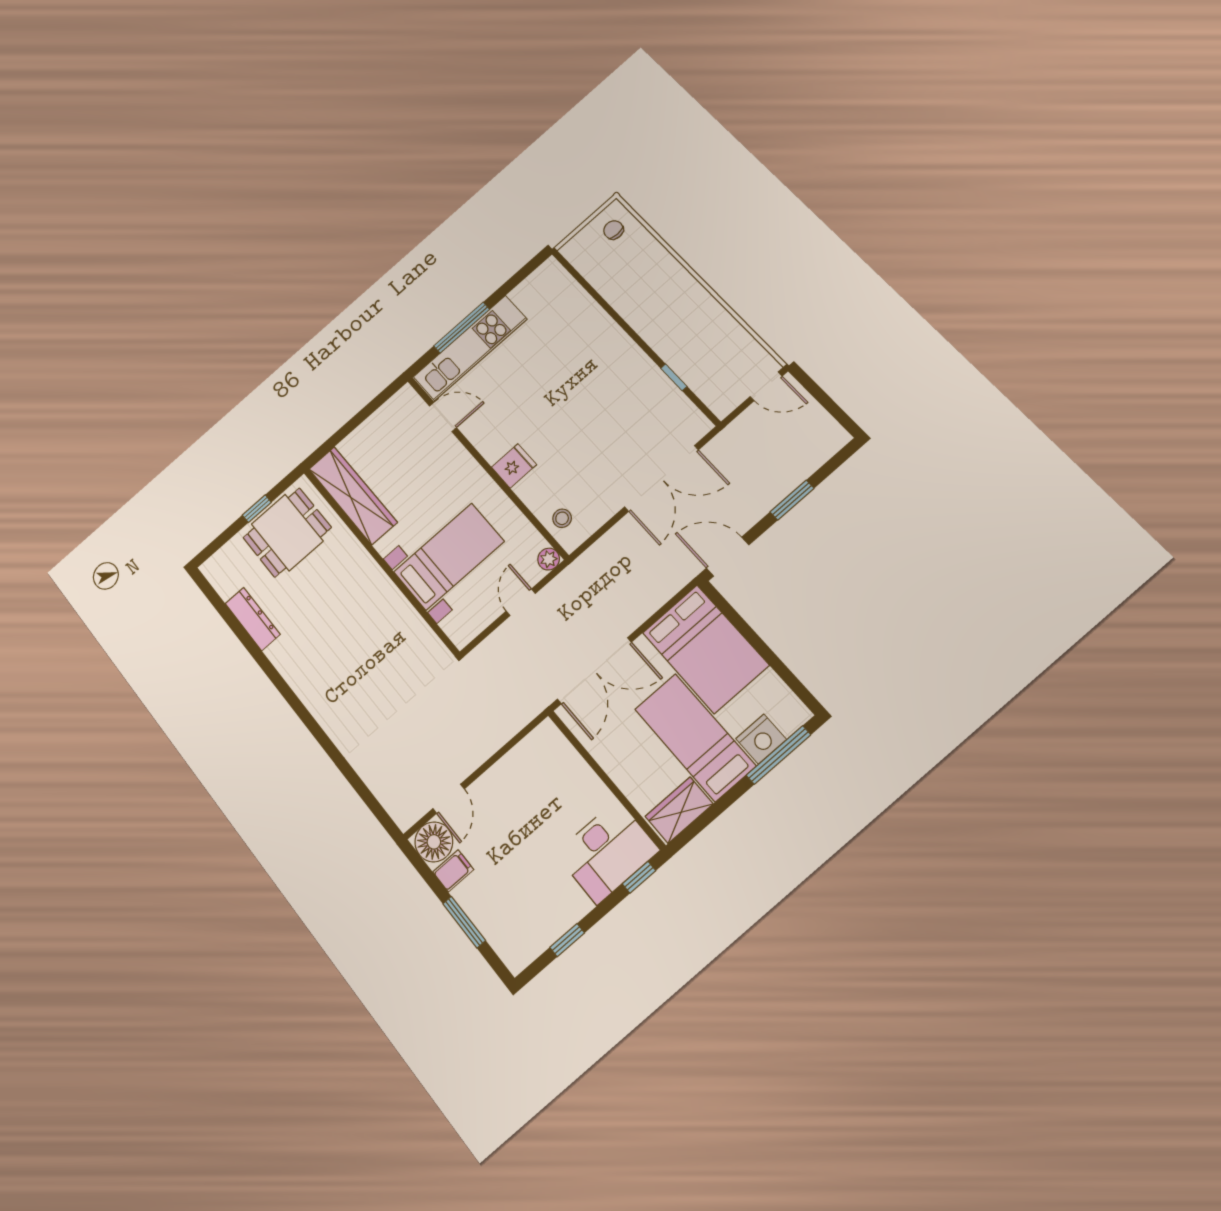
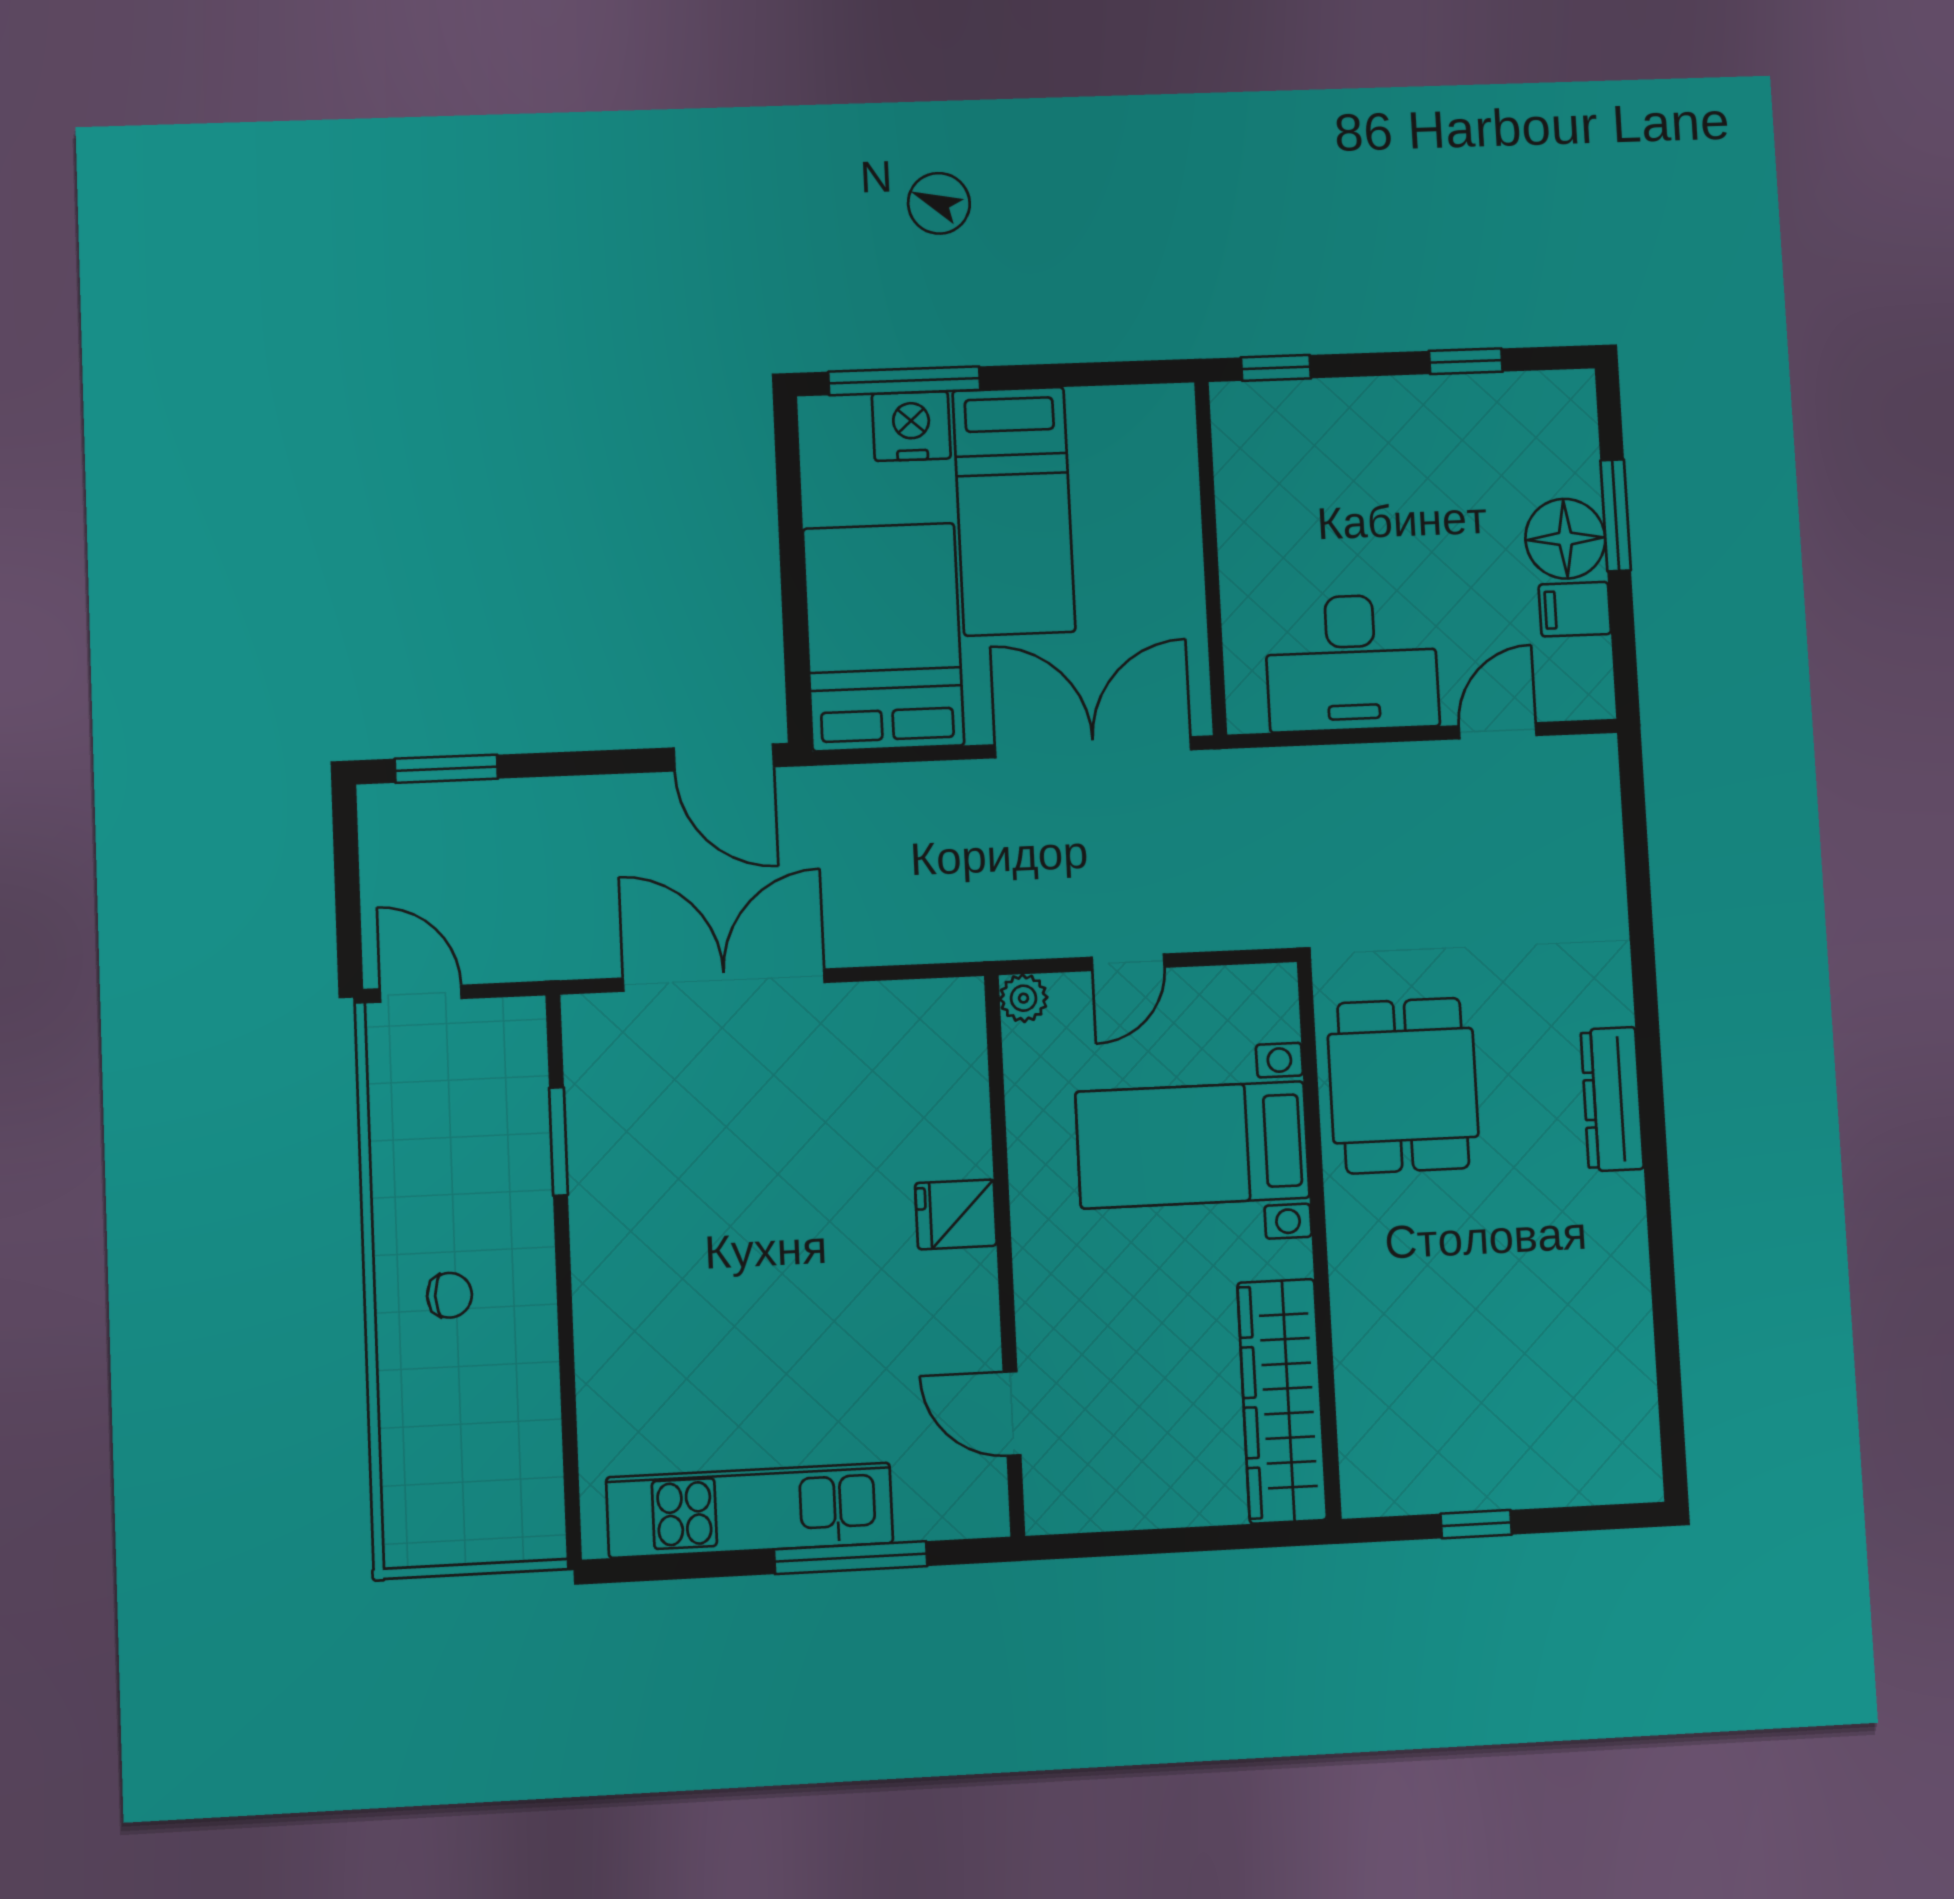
chair: (614, 230) -> (449, 1295), moved, turned -90
kitchen unit: (470, 348) -> (750, 1510), moved
window: (674, 377) -> (558, 1141), width x1.50
window: (792, 500) -> (446, 769), moved
stool: (562, 518) -> (946, 1051), removed
dining table: (287, 533) -> (1403, 1086), moved, turned 90
dresser: (253, 619) -> (1612, 1099), moved
wardrobe: (679, 810) -> (1130, 419), removed
floor lamp: (434, 842) -> (1565, 539), moved
desk: (607, 852) -> (1352, 663), moved, turned 180

